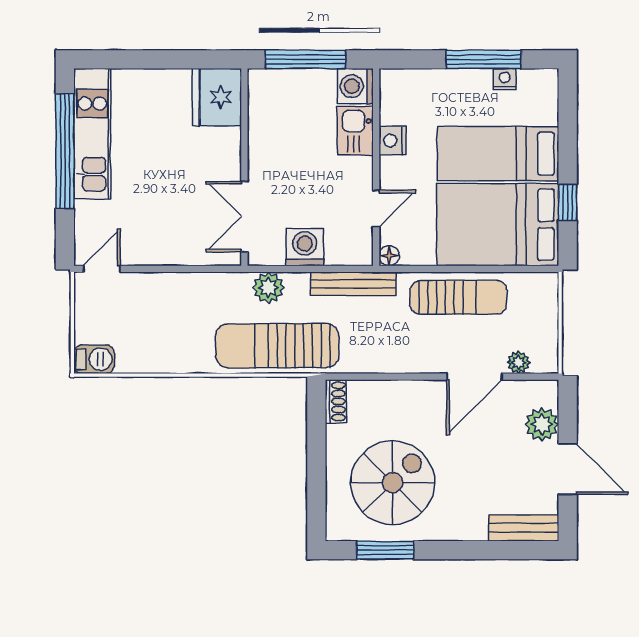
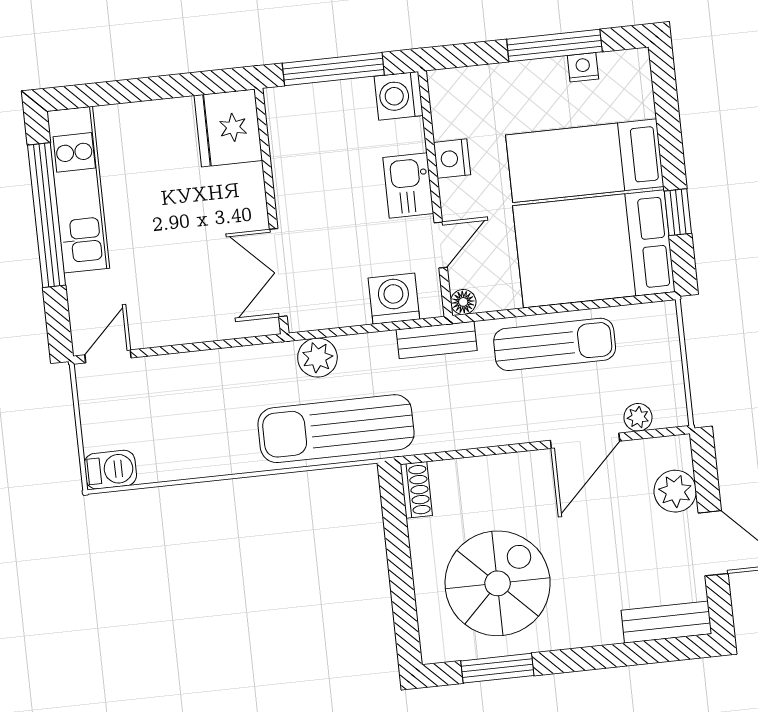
kitchen sink: (355, 131) -> (408, 186), moved
washing machine: (305, 247) -> (394, 299), moved
bench: (353, 284) -> (437, 340), width x0.73

